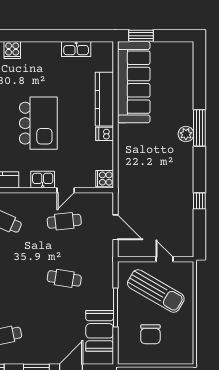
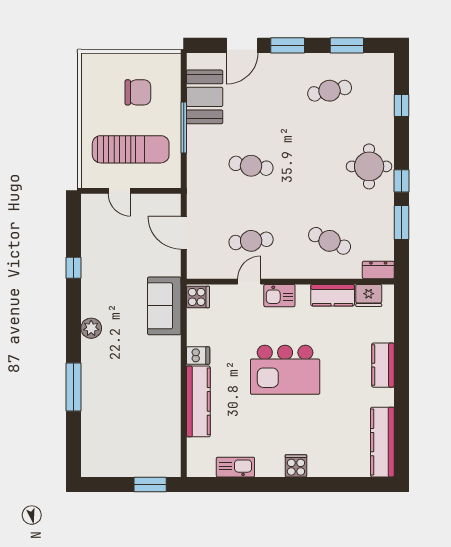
cooker: (12, 50) -> (296, 466), moved
sofa: (134, 82) -> (164, 306), moved, width x0.54, depth x0.79
kitchen island: (38, 123) -> (285, 370), turned -90
window: (199, 128) -> (74, 387), moved
plant: (186, 134) -> (91, 328), moved
sun lounger: (156, 291) -> (131, 149), turned 150
chair: (150, 334) -> (138, 92), turned 90

